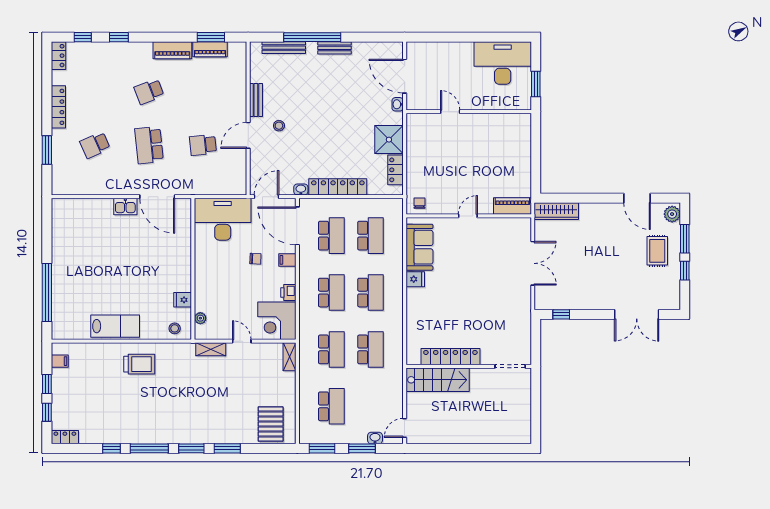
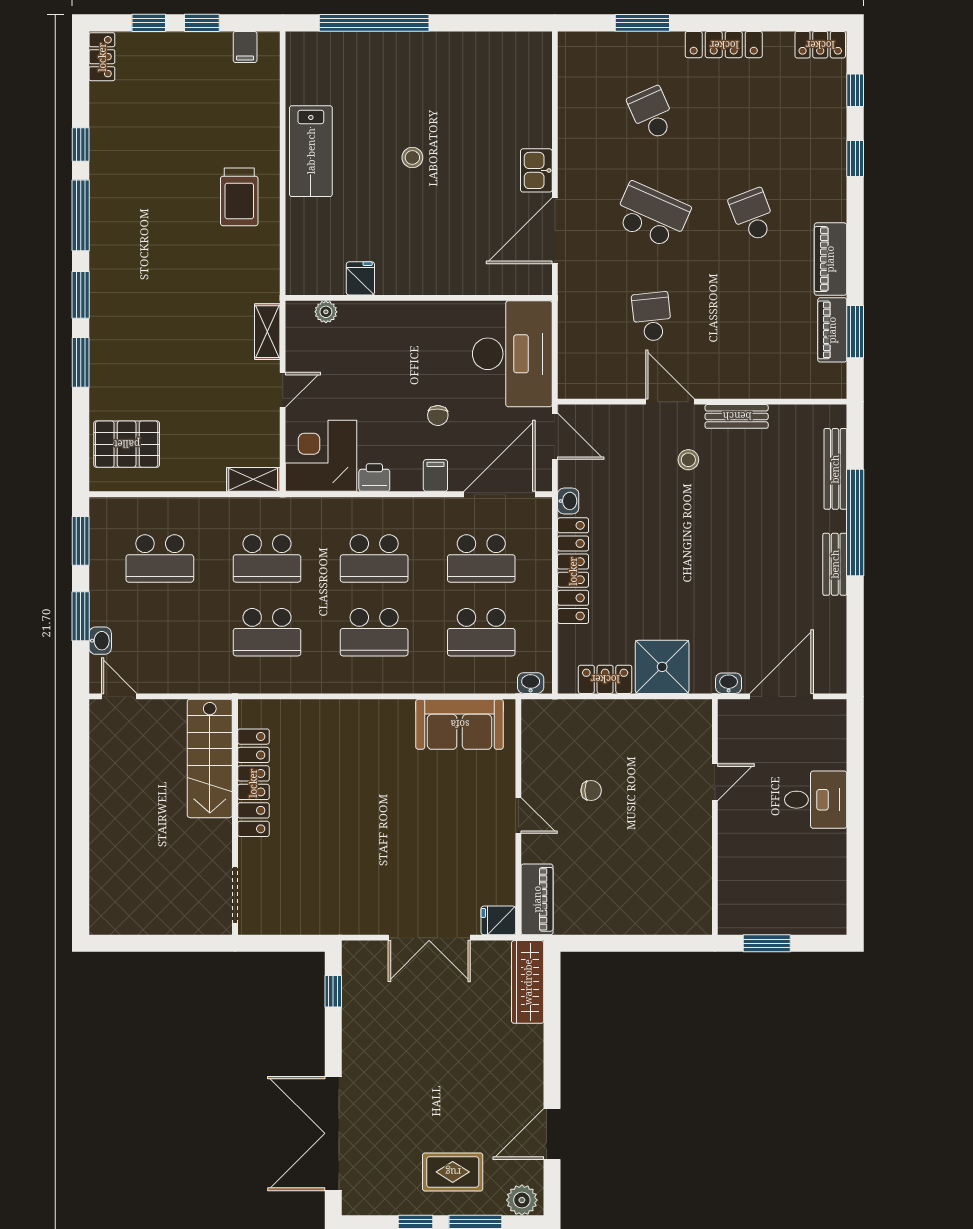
desk: (503, 63) -> (816, 800), moved, width x0.53, depth x0.77
school desk: (149, 145) -> (652, 215), turned 30
chair: (419, 203) -> (591, 790), moved
washbasin: (398, 209) -> (531, 683), added
fridge: (415, 279) -> (498, 920), moved, turned 90
double door: (637, 314) -> (333, 1133), width x1.36
stool: (175, 328) -> (412, 157), moved

